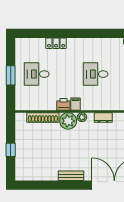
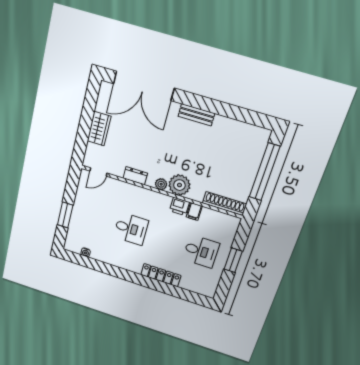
locker: (56, 43) -> (161, 275), width x1.53
filing cabinet: (76, 104) -> (194, 212), moved
shoe rack: (43, 118) -> (224, 204), moved
window: (11, 150) -> (264, 172), width x3.17

